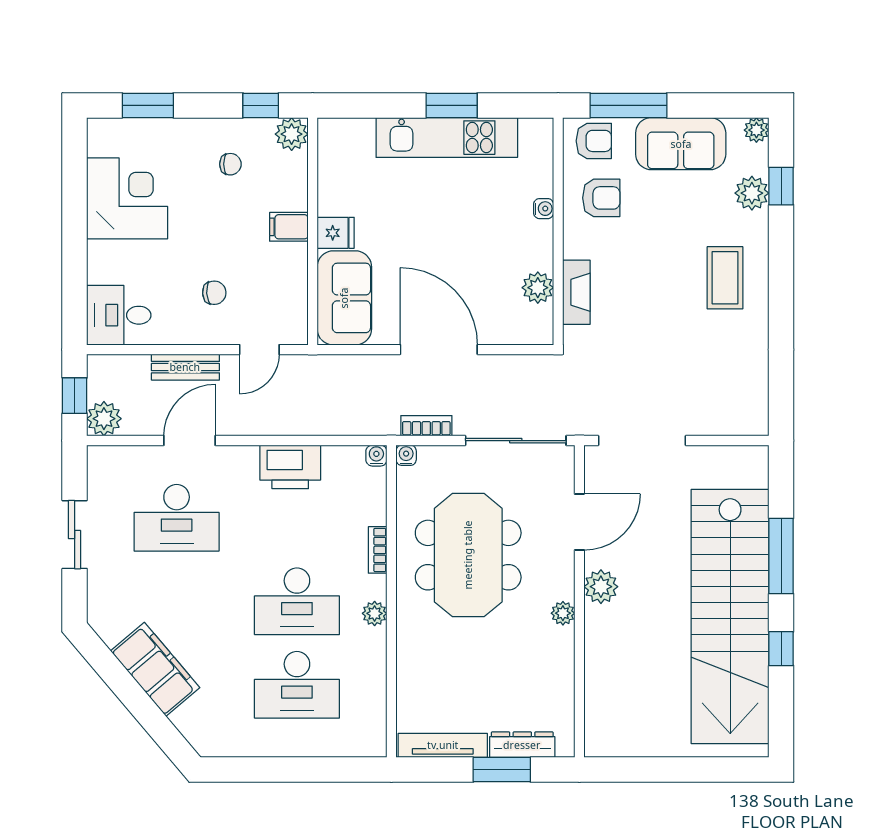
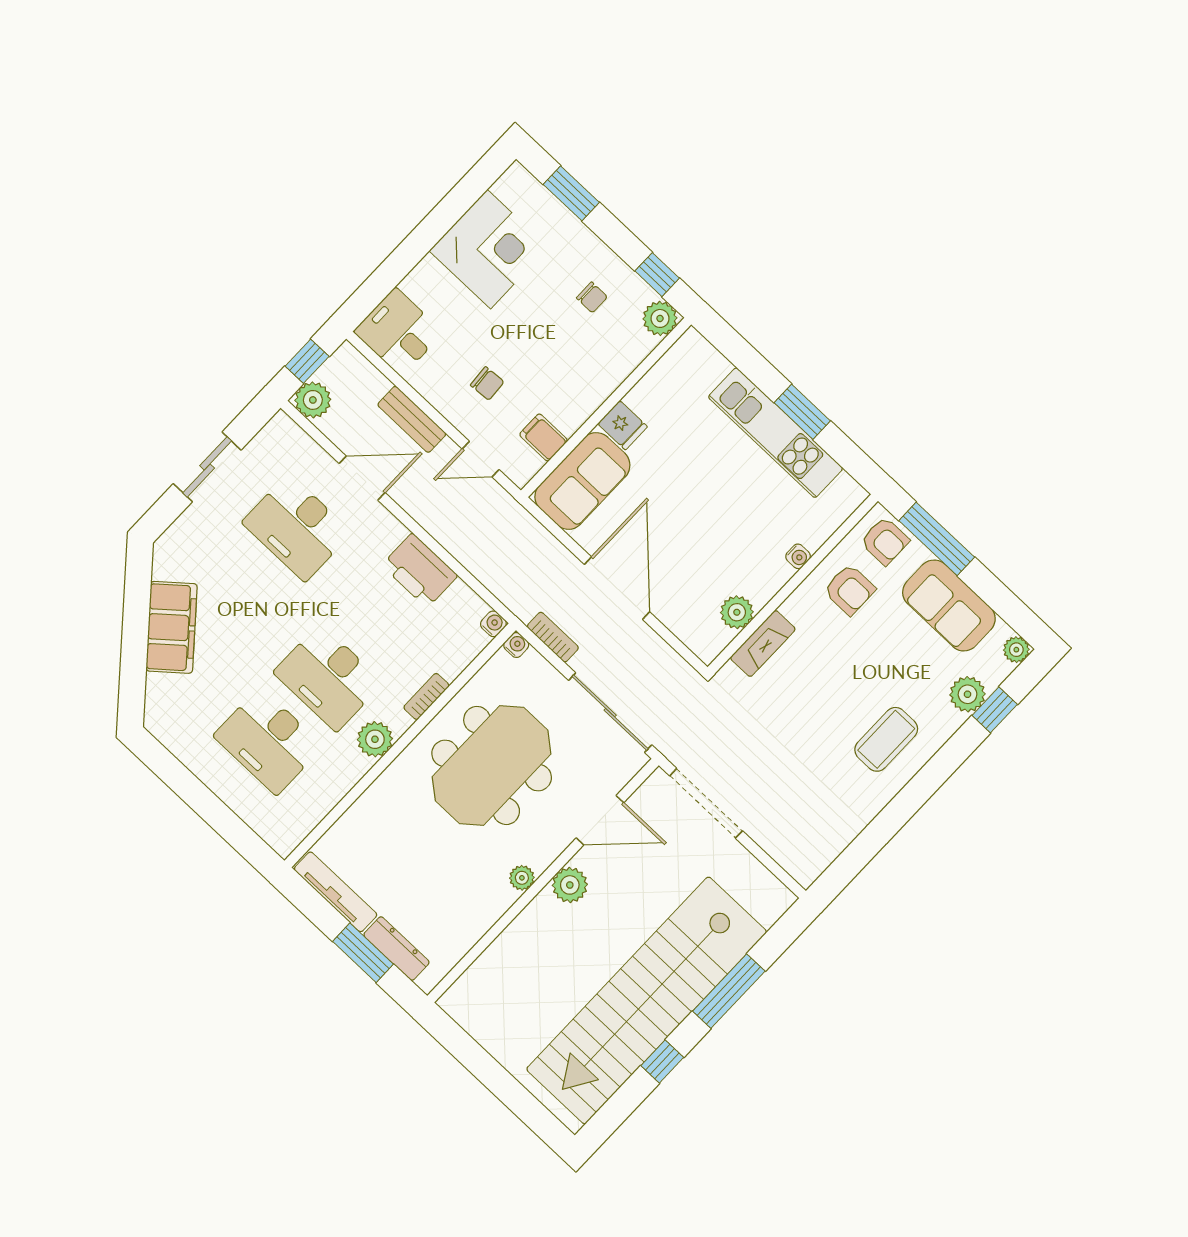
filing cabinet: (289, 227) -> (544, 437), moved
plant: (375, 613) -> (375, 739), width x1.38, depth x1.38

